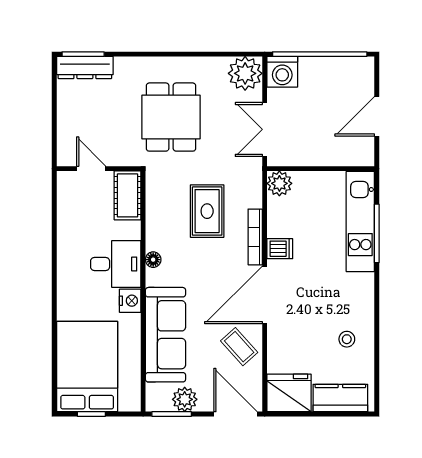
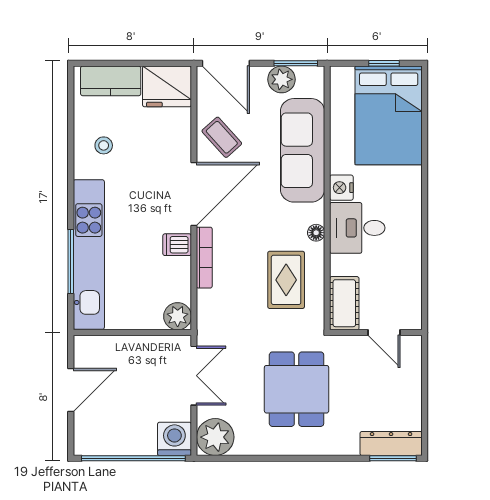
rug: (207, 211) -> (286, 280), moved
kitchen unit: (360, 222) -> (89, 255), width x1.36

